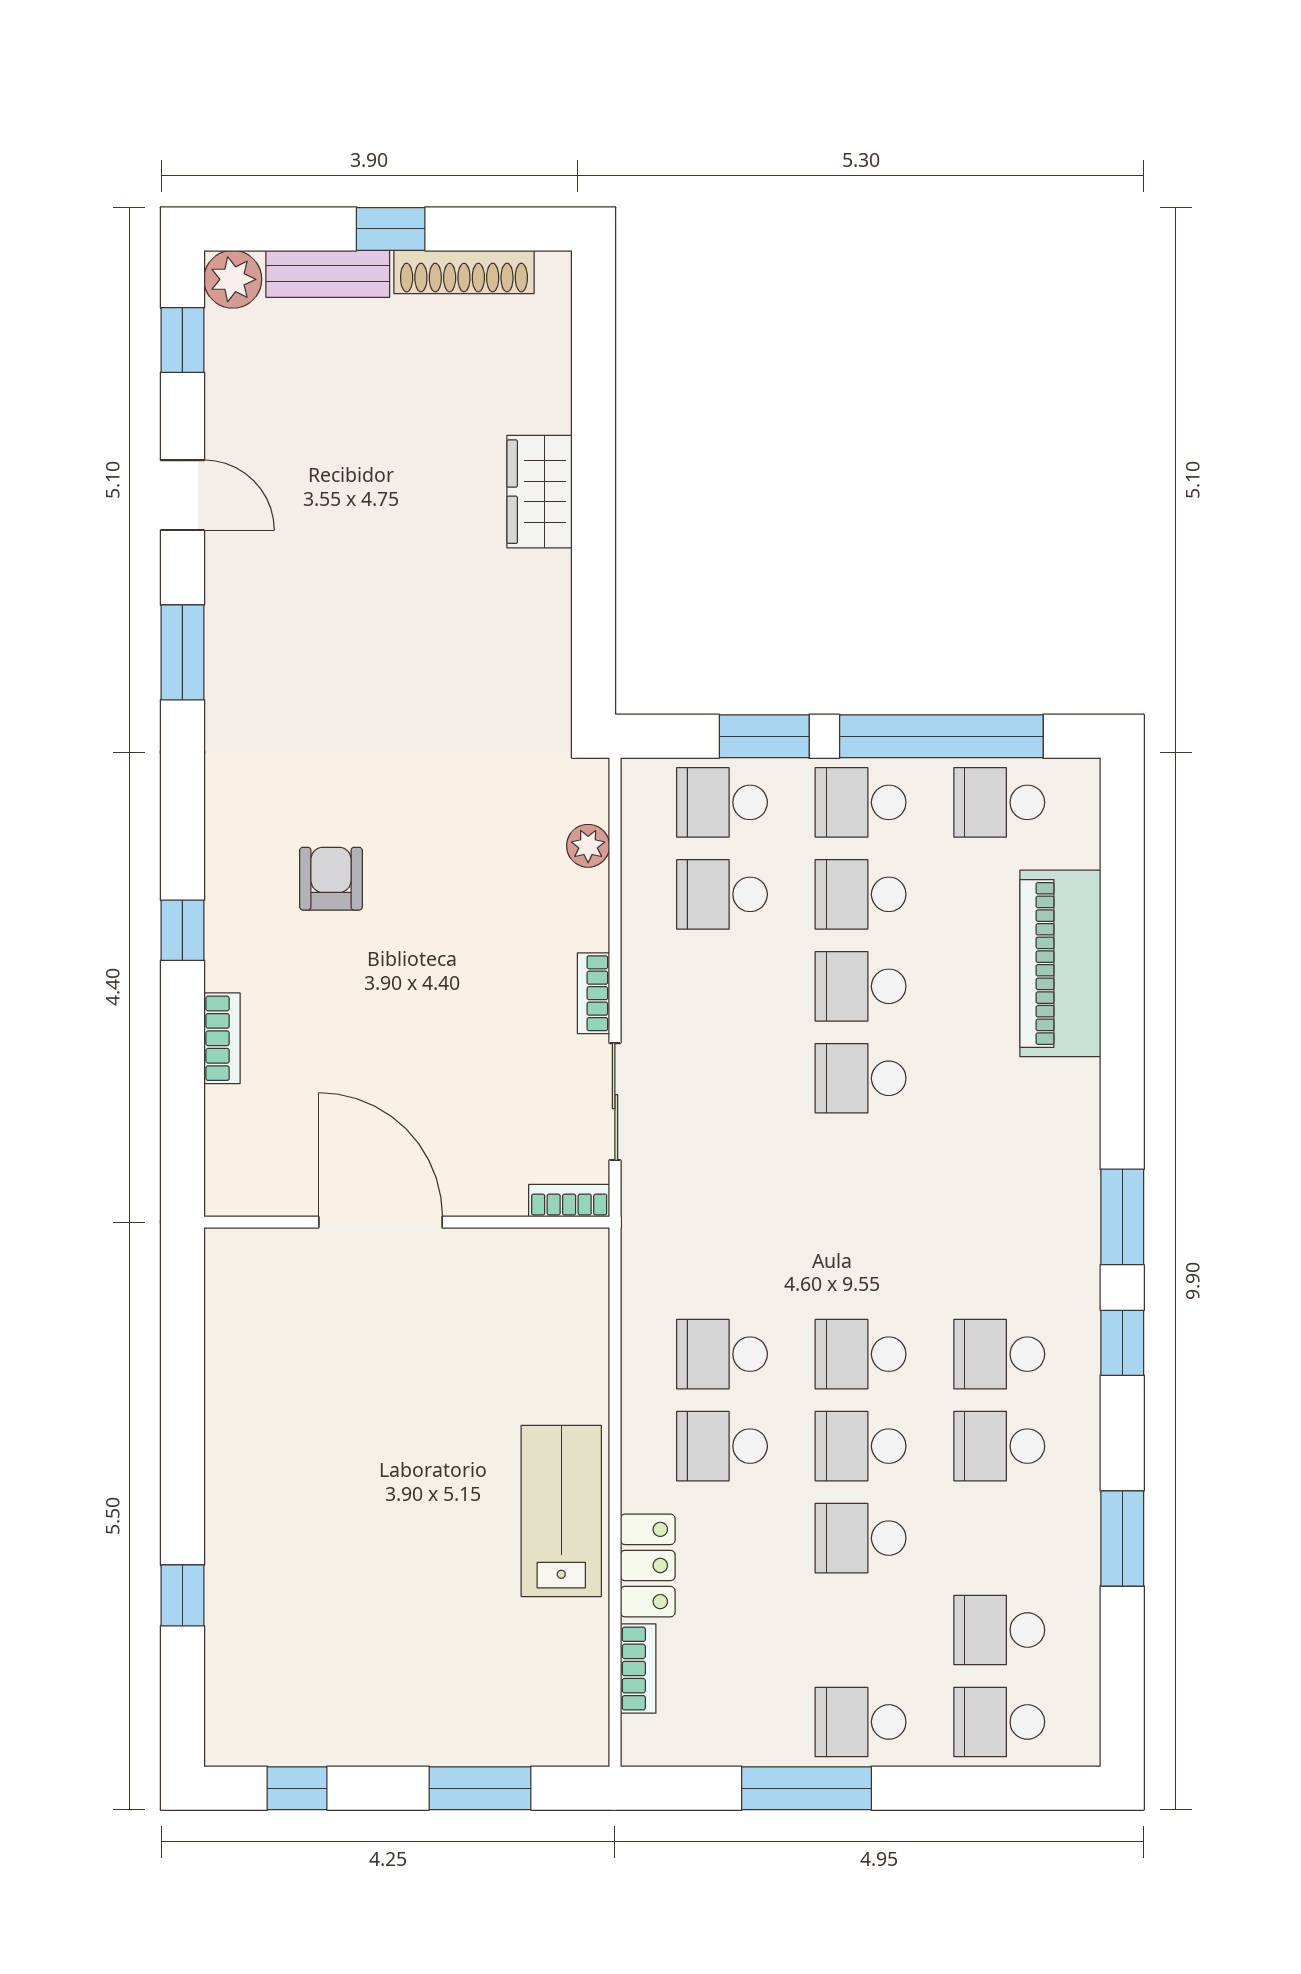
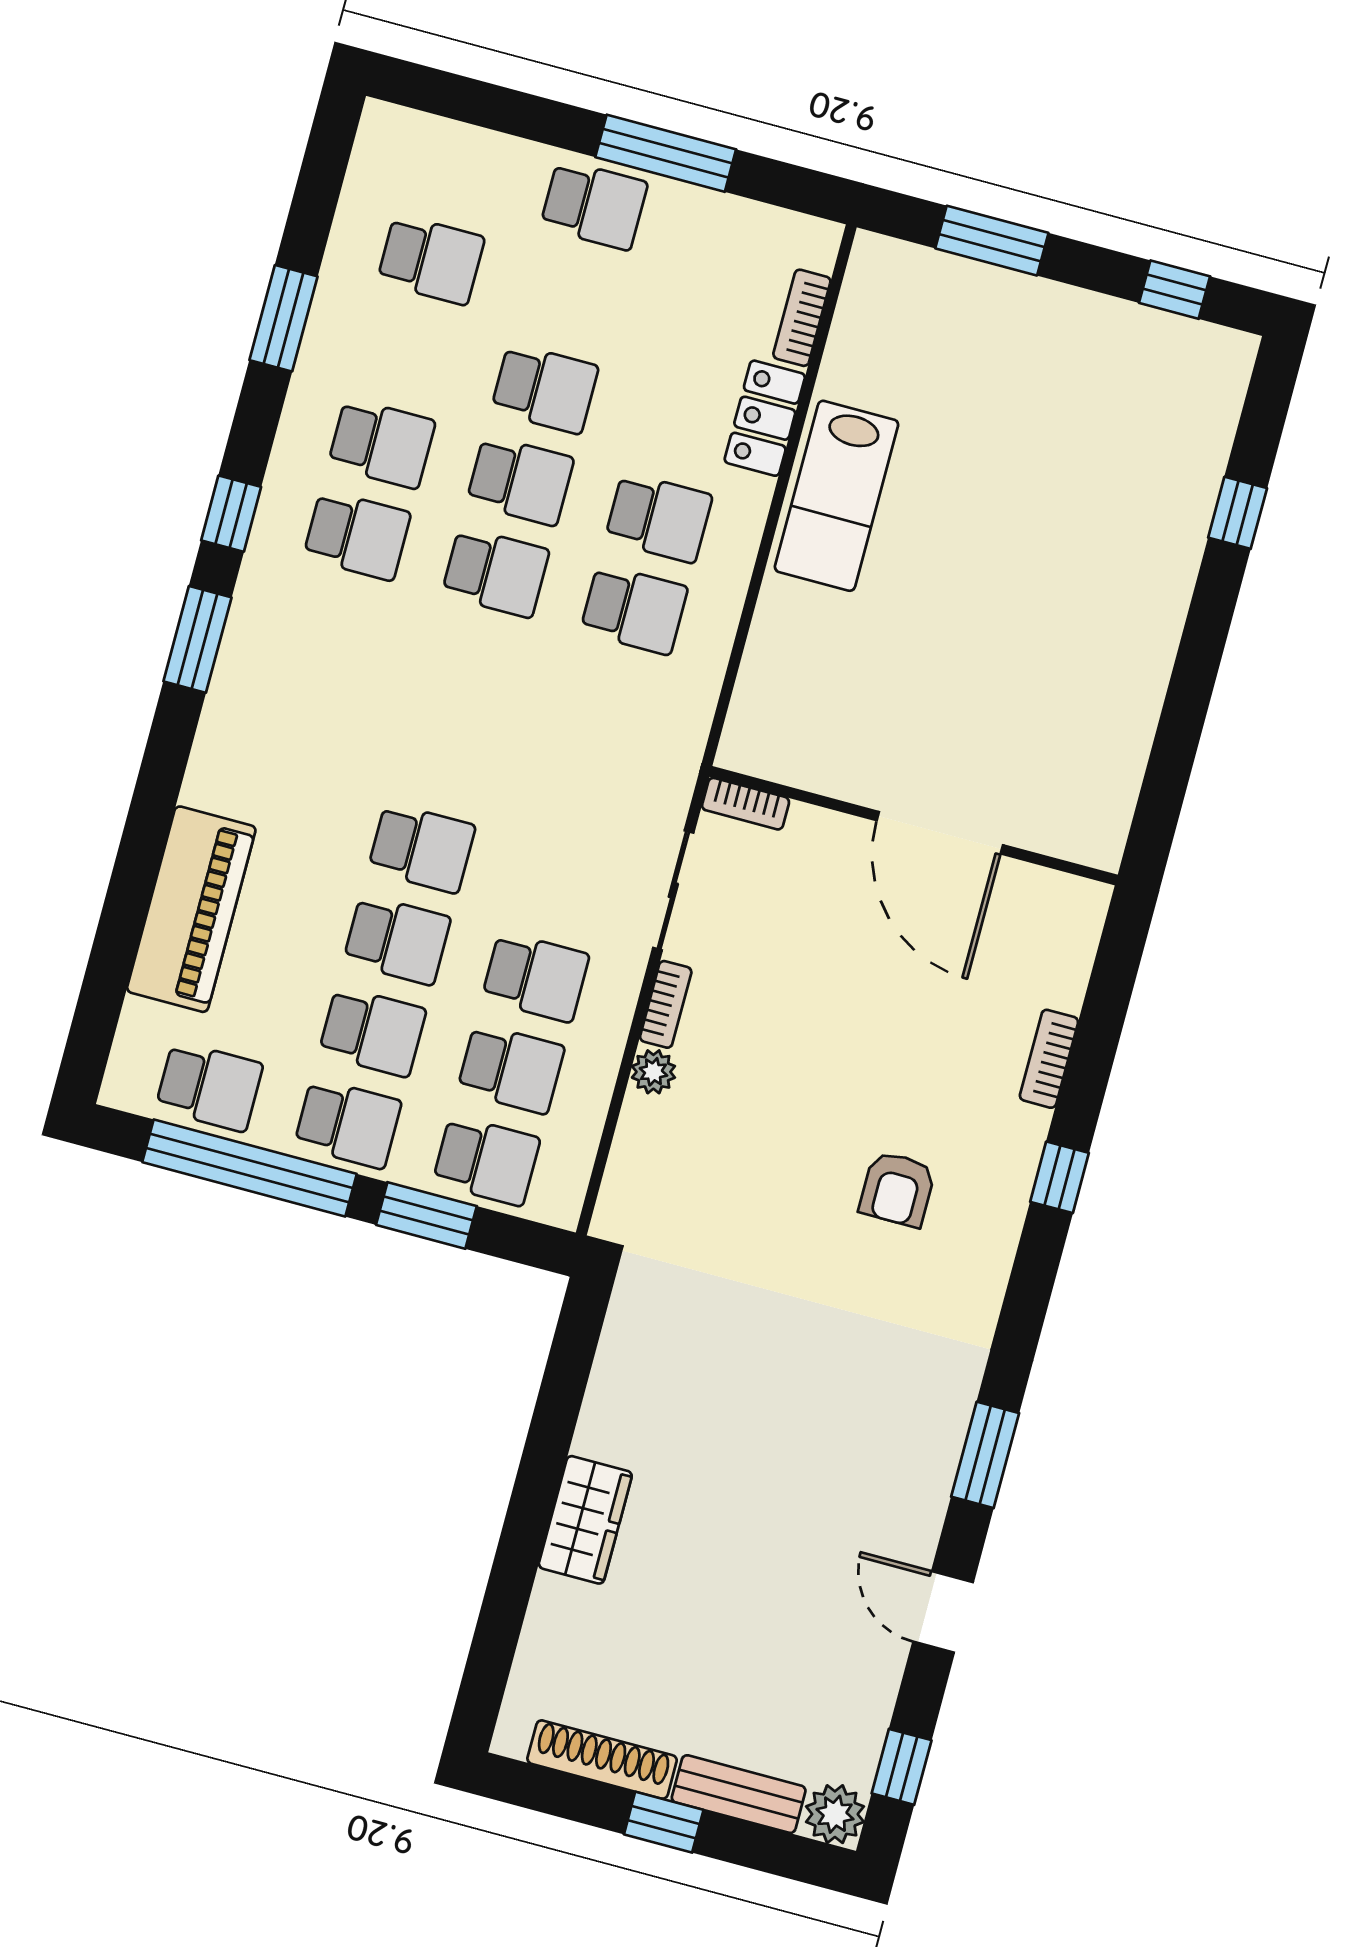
plant: (588, 846) -> (653, 1072), moved
school desk: (999, 1722) -> (536, 977), moved

